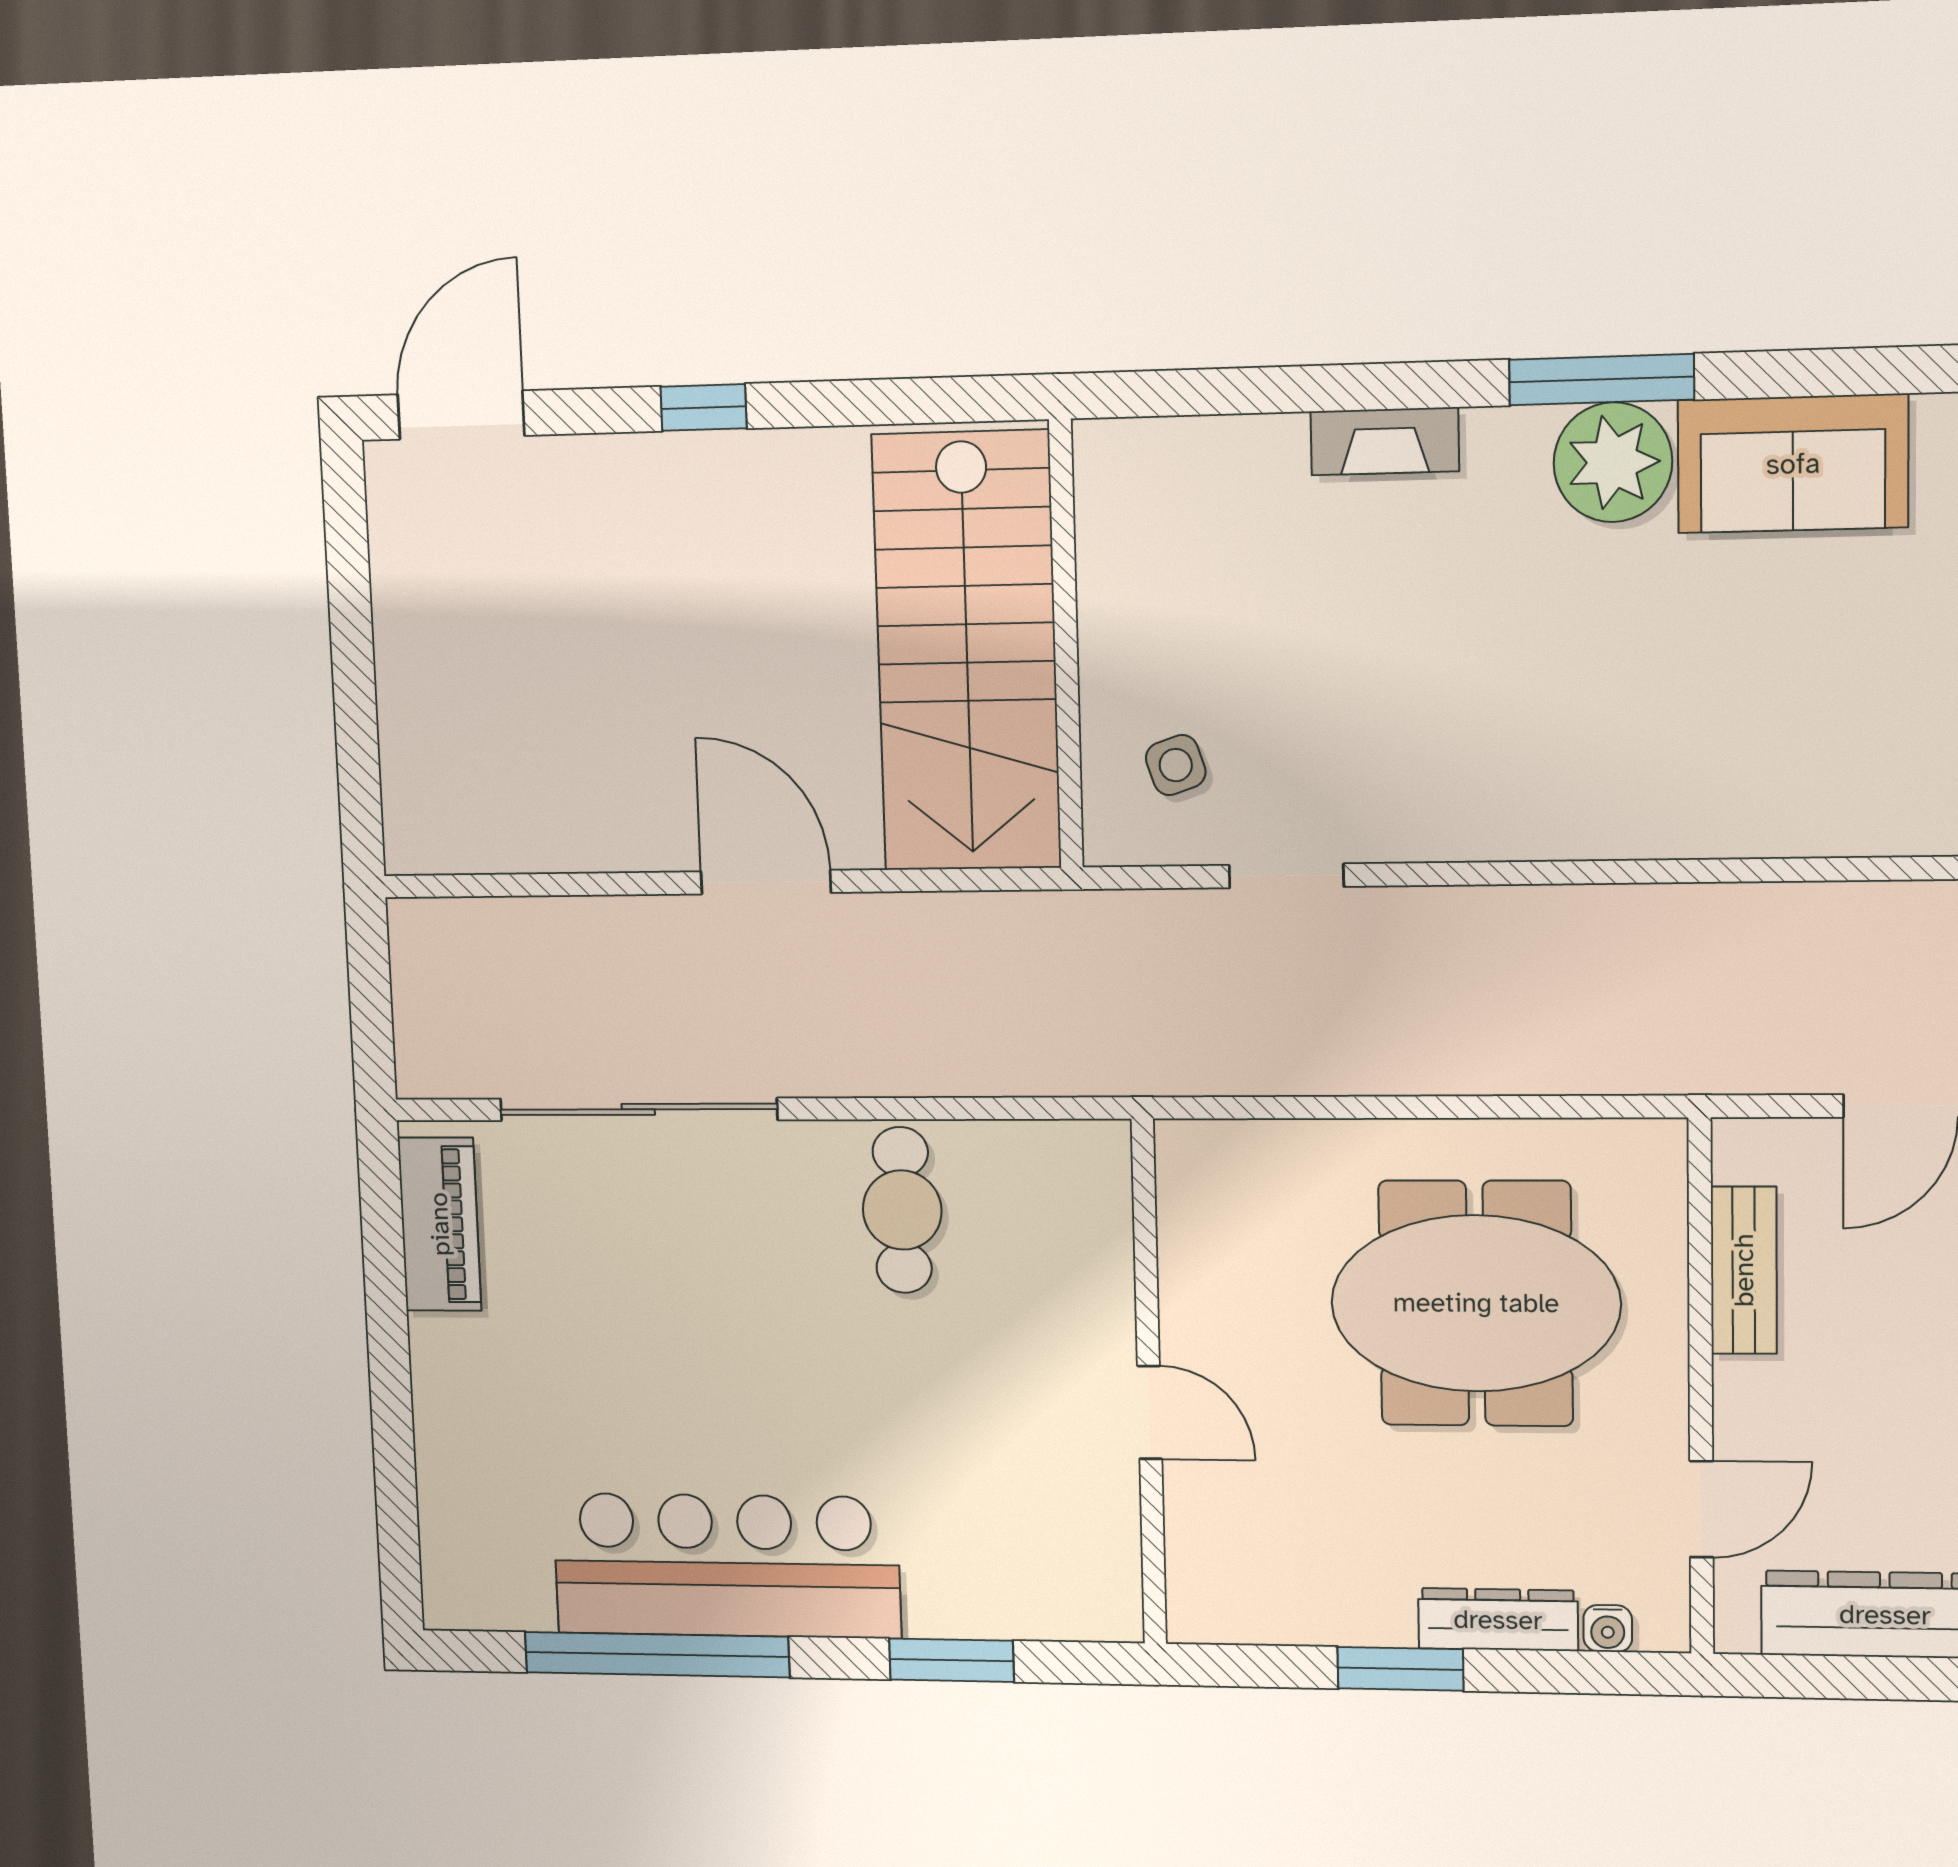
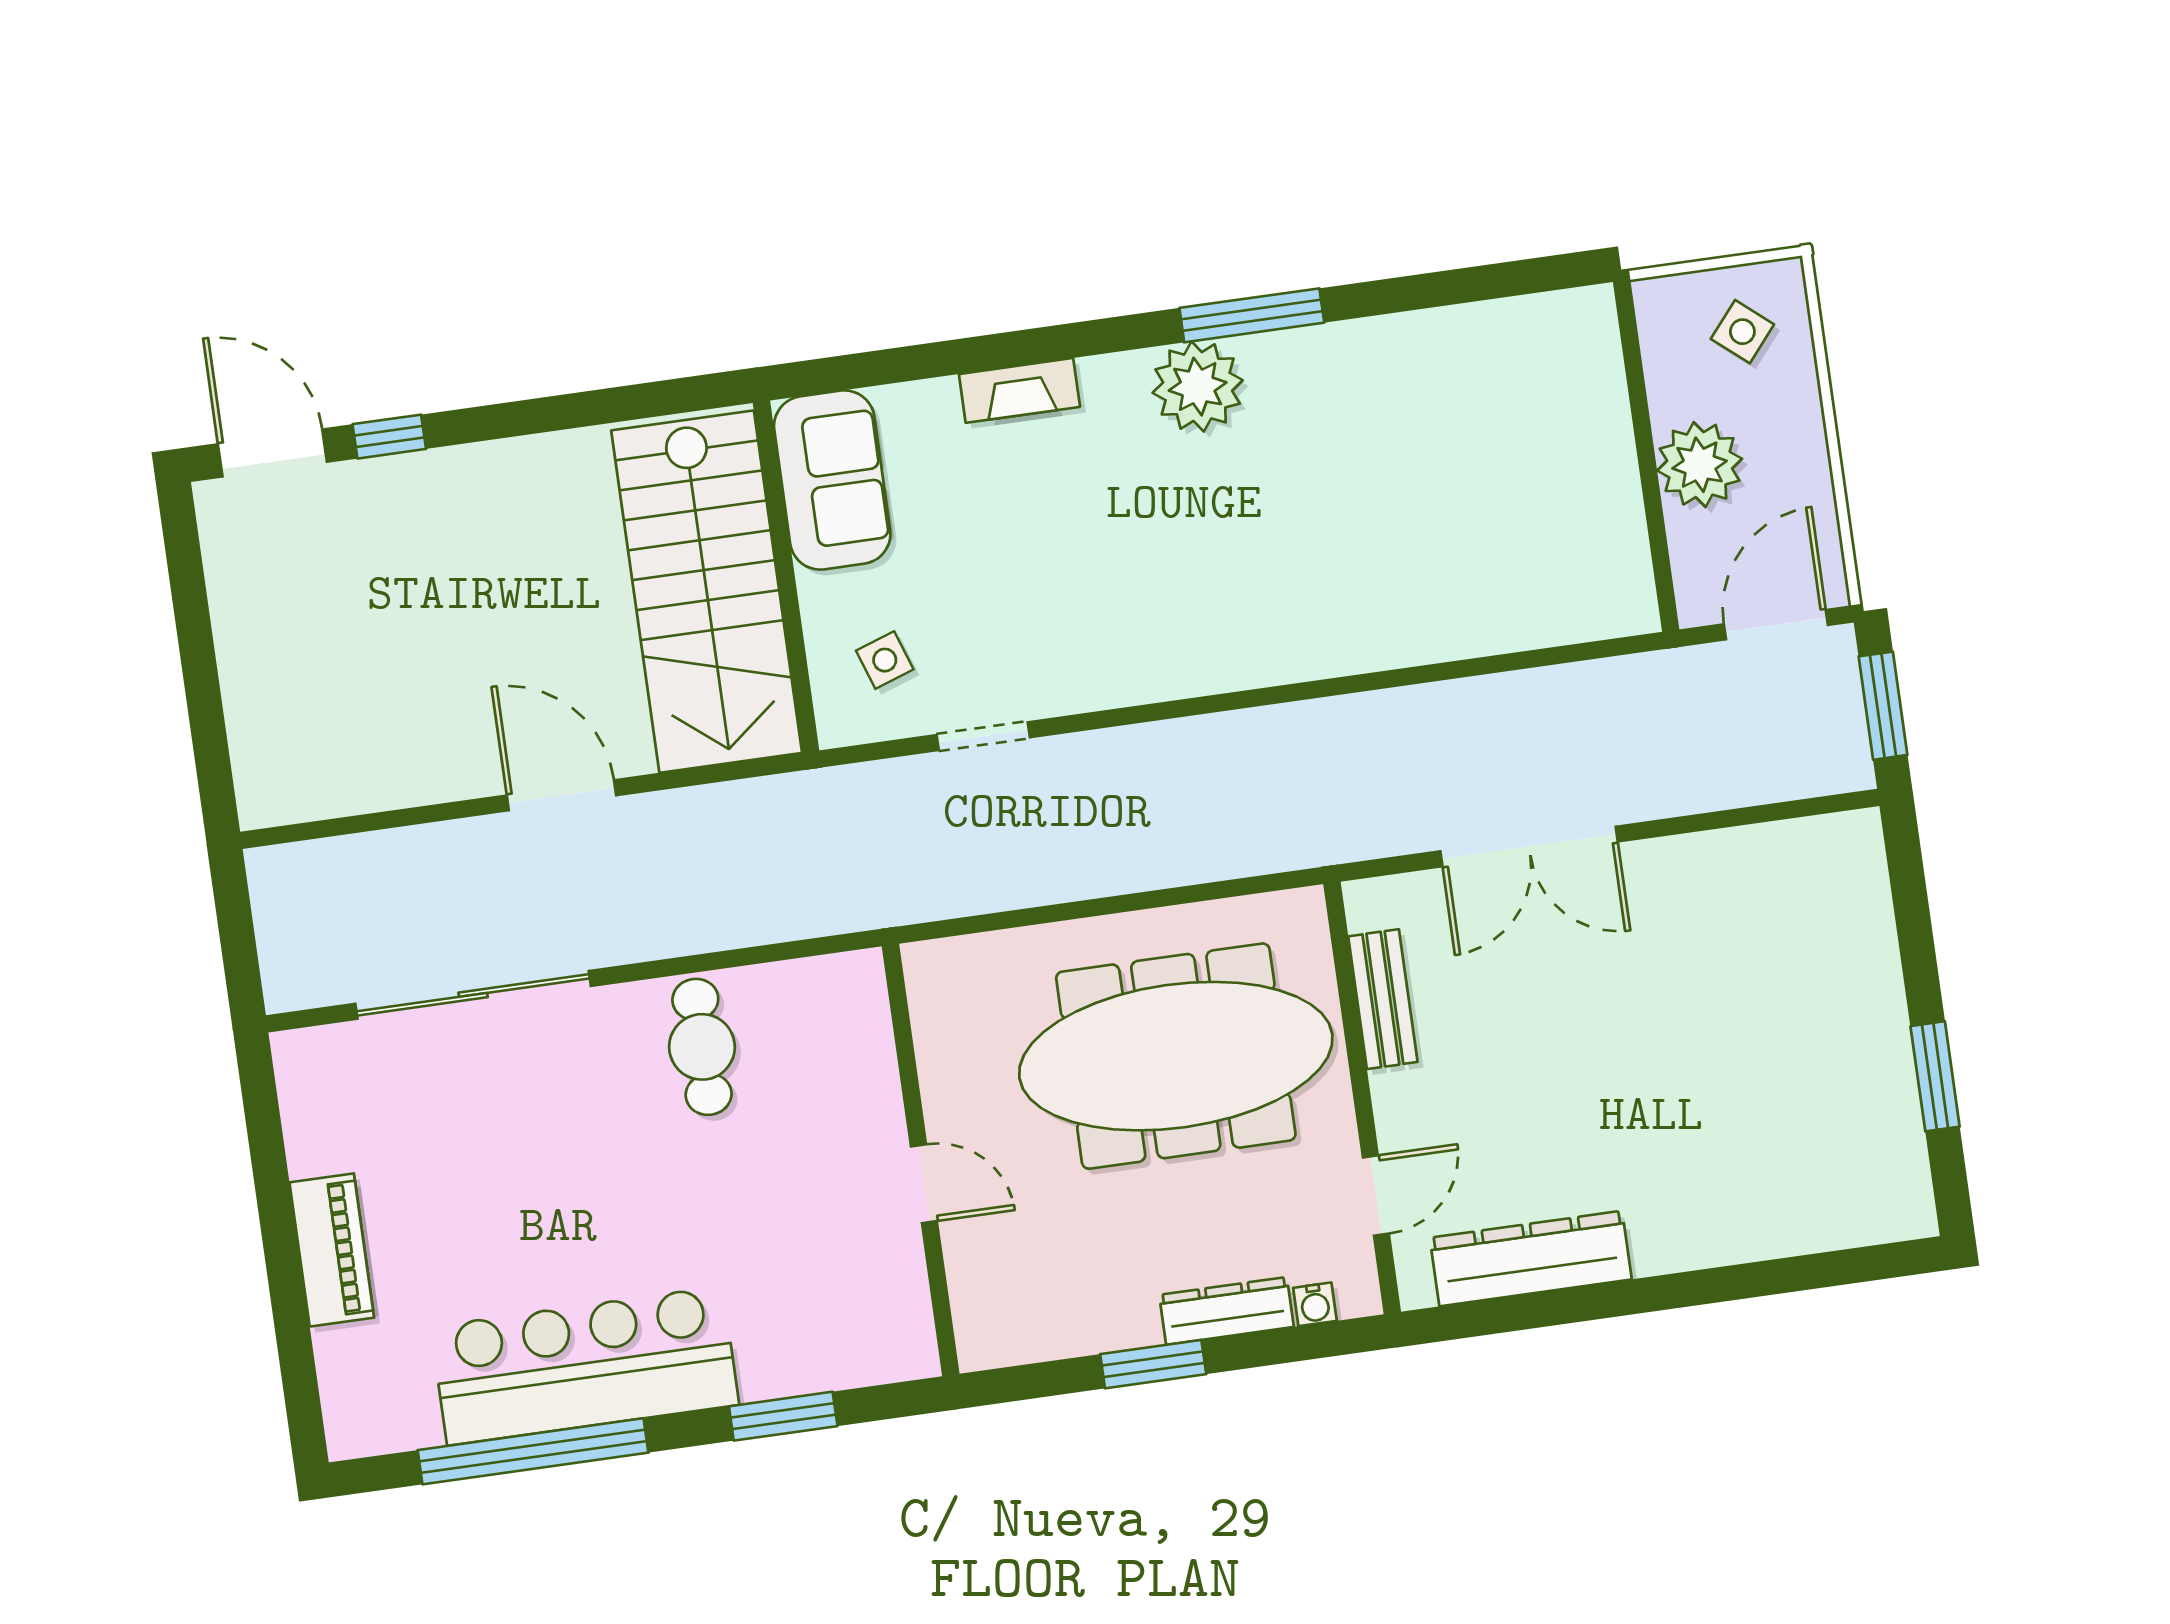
window: (1601, 380) -> (1252, 315), moved
window: (704, 407) -> (389, 437), moved
door: (461, 415) -> (272, 453), hinge flipped
sofa: (1793, 464) -> (832, 480), moved, turned -90
piano: (440, 1224) -> (332, 1250), moved
meeting table: (1476, 1303) -> (1176, 1056), width x1.36

